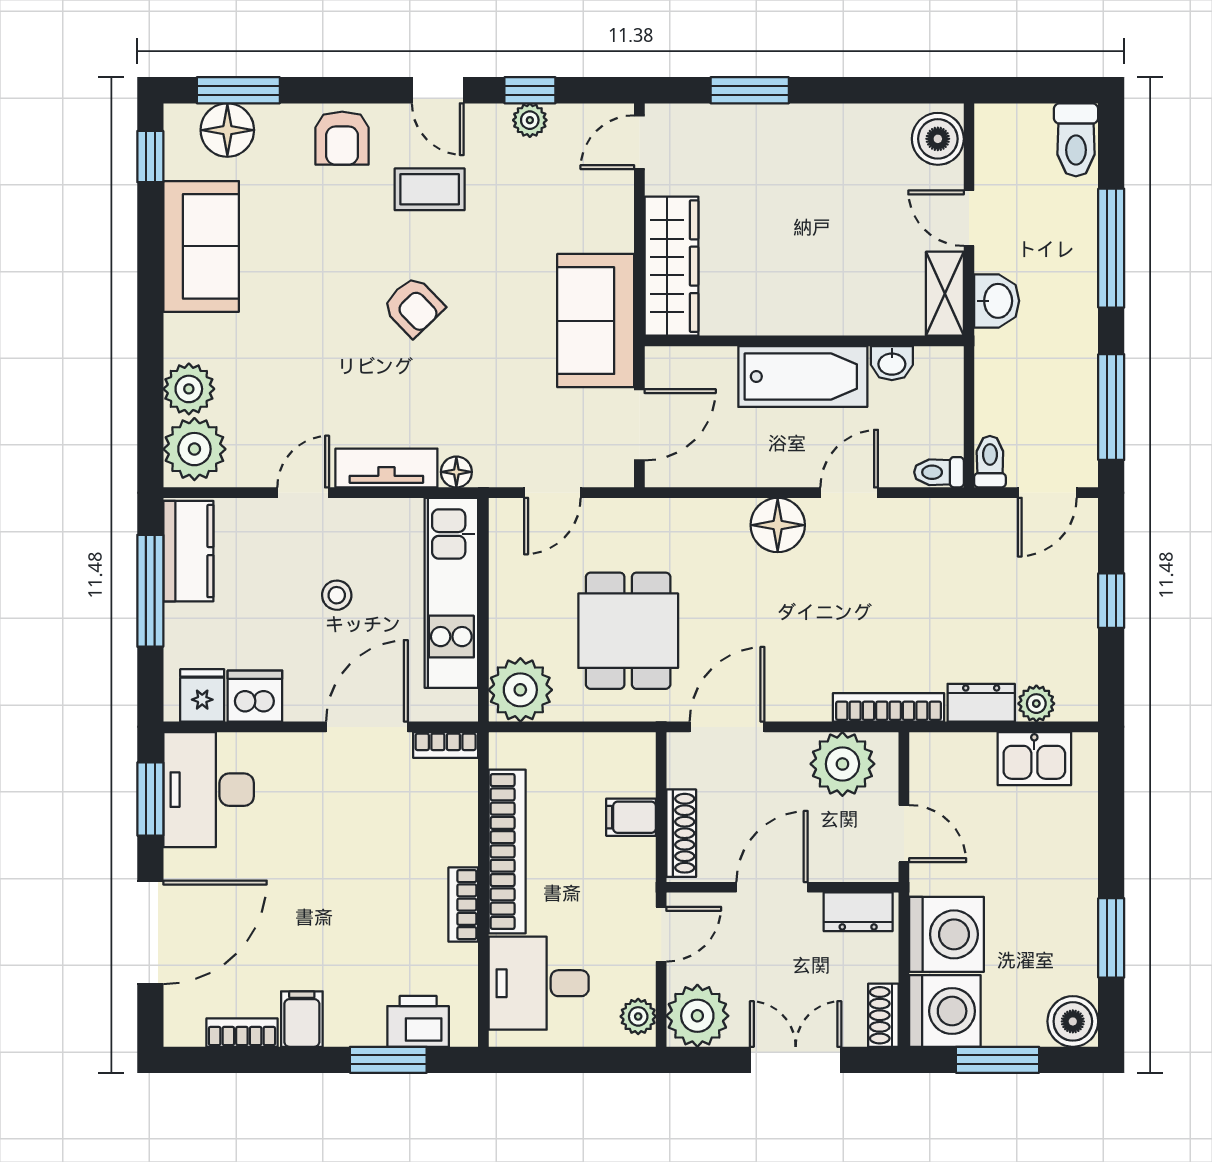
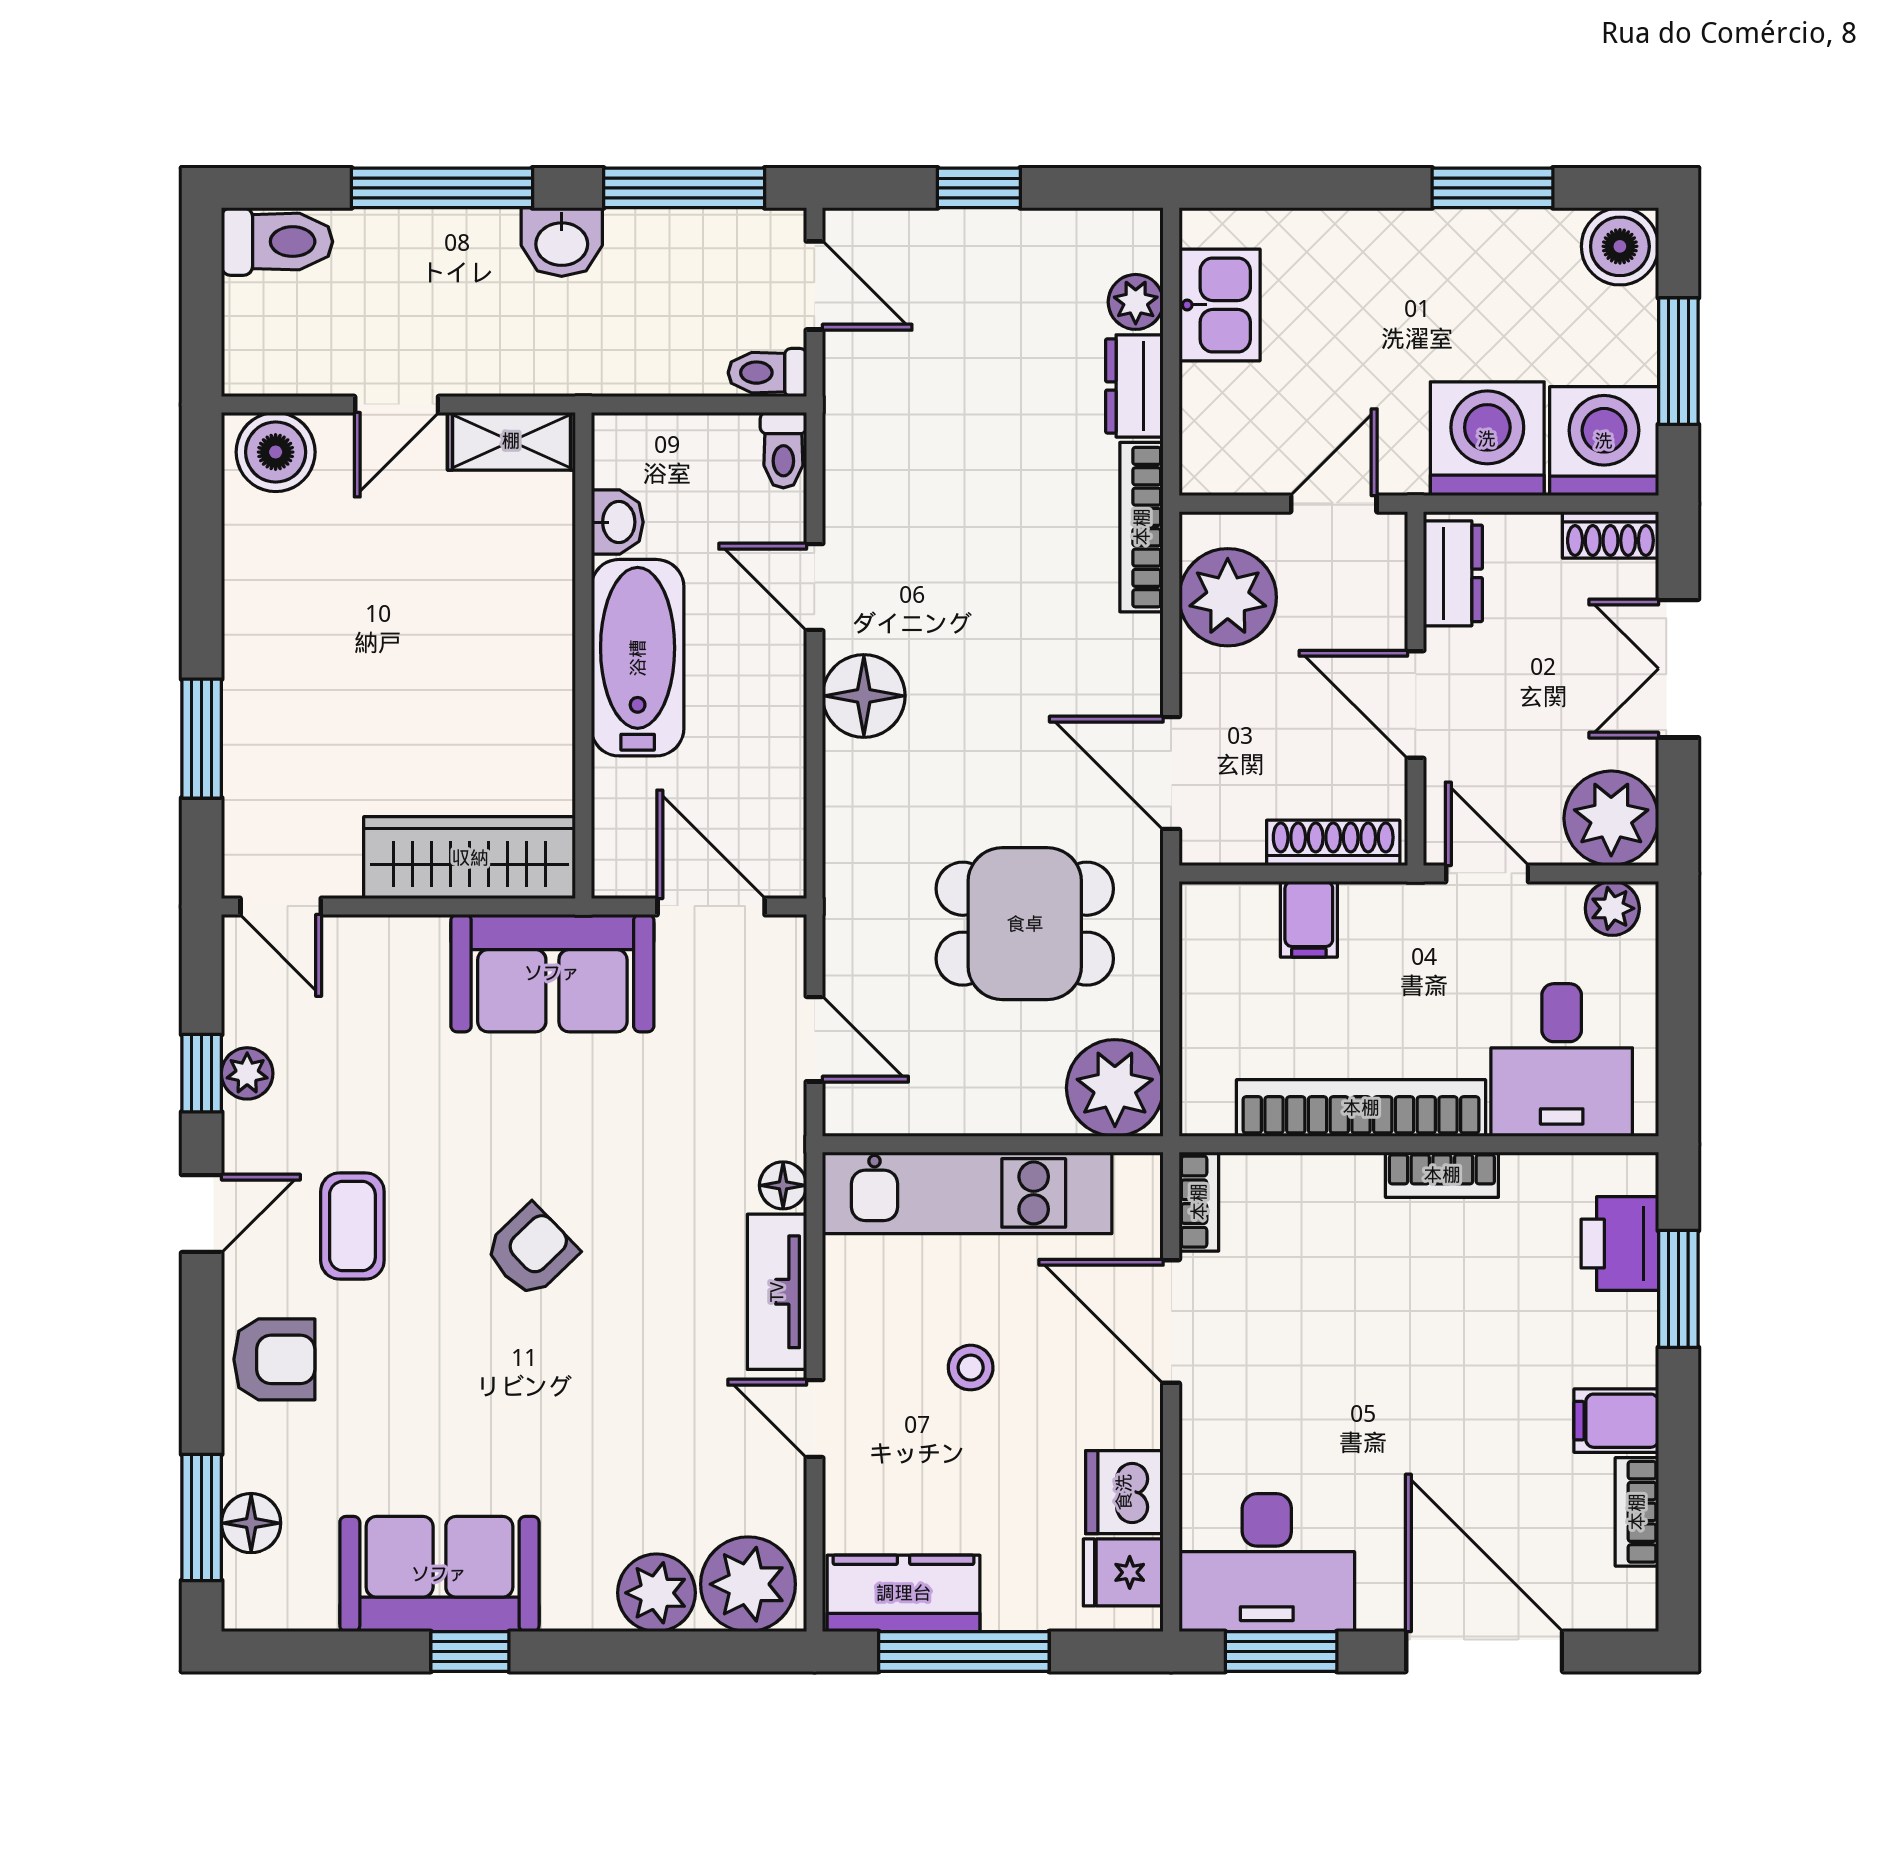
floor lamp: (227, 130) -> (251, 1523), width x0.73, depth x0.73
window: (150, 157) -> (470, 1651), moved
washbasin: (997, 301) -> (562, 242), moved, turned 180

